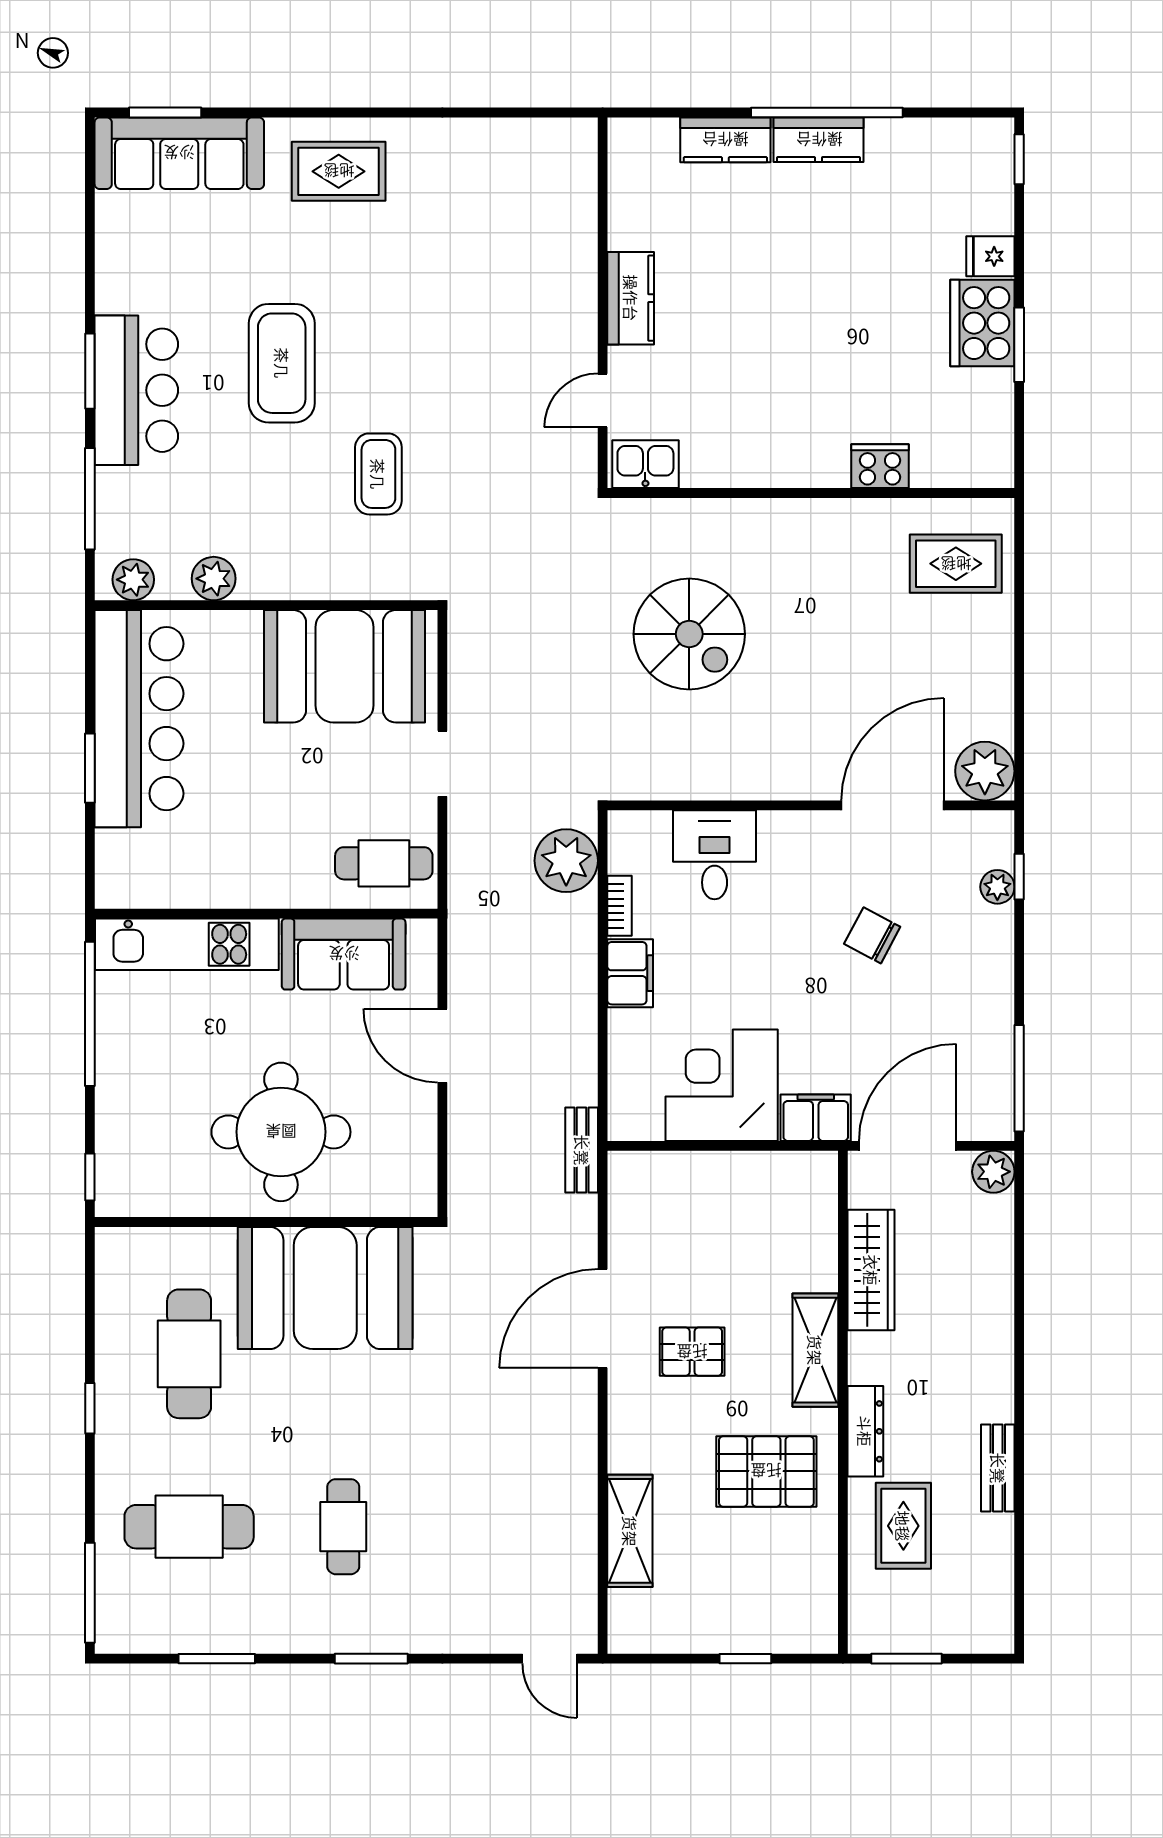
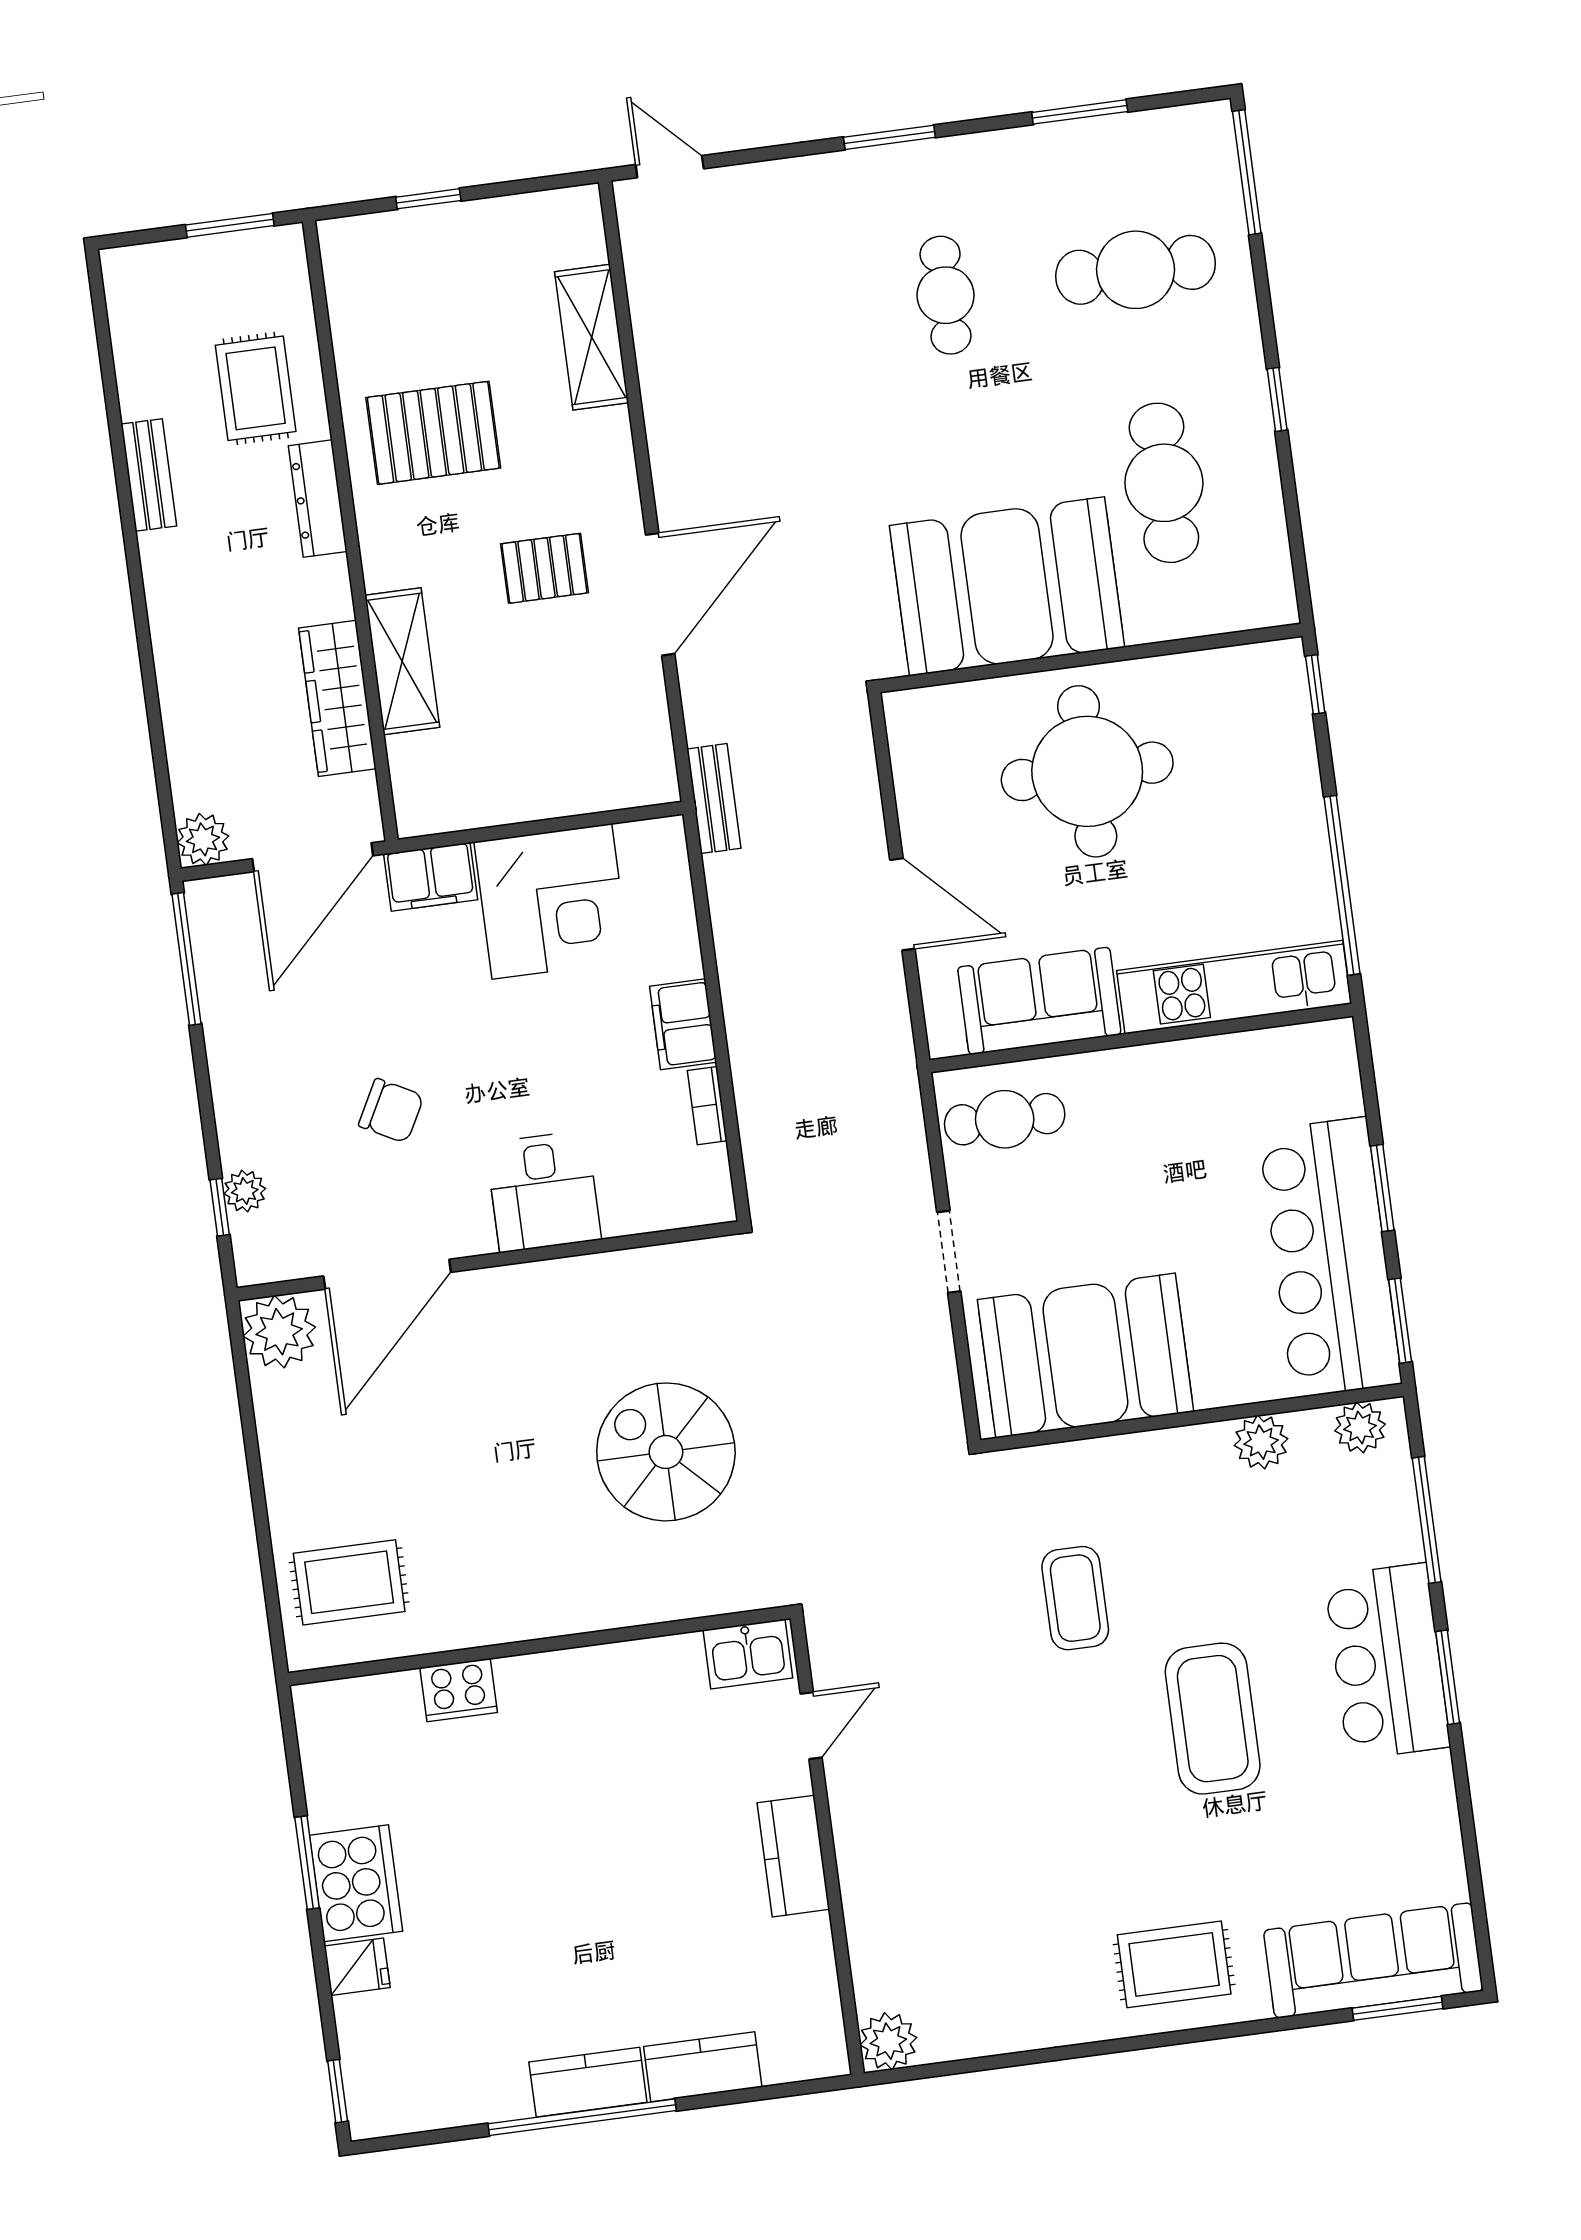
window: (90, 661) -> (1400, 1321), added
desk: (715, 855) -> (543, 1191), moved
plant: (566, 861) -> (888, 2041), moved, width x0.73, depth x0.73
shelving: (815, 1350) -> (402, 661), moved

